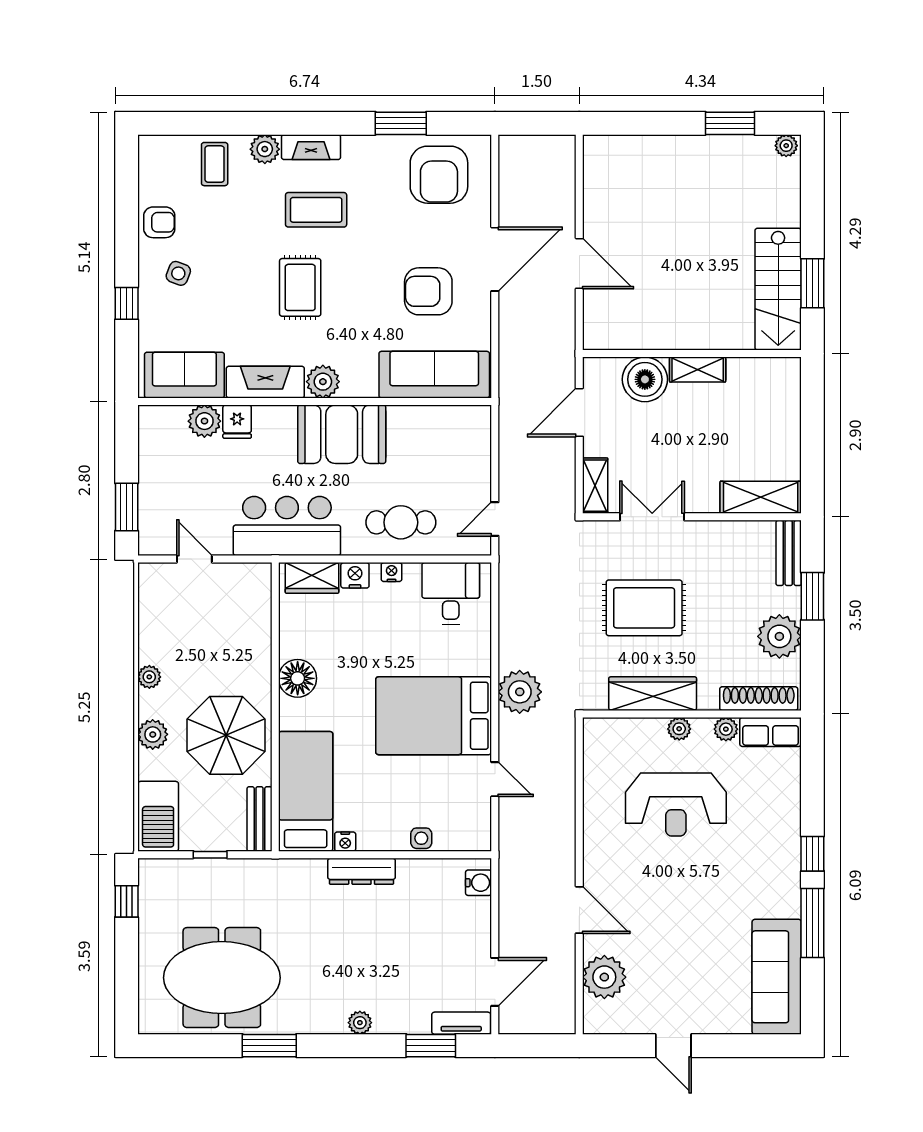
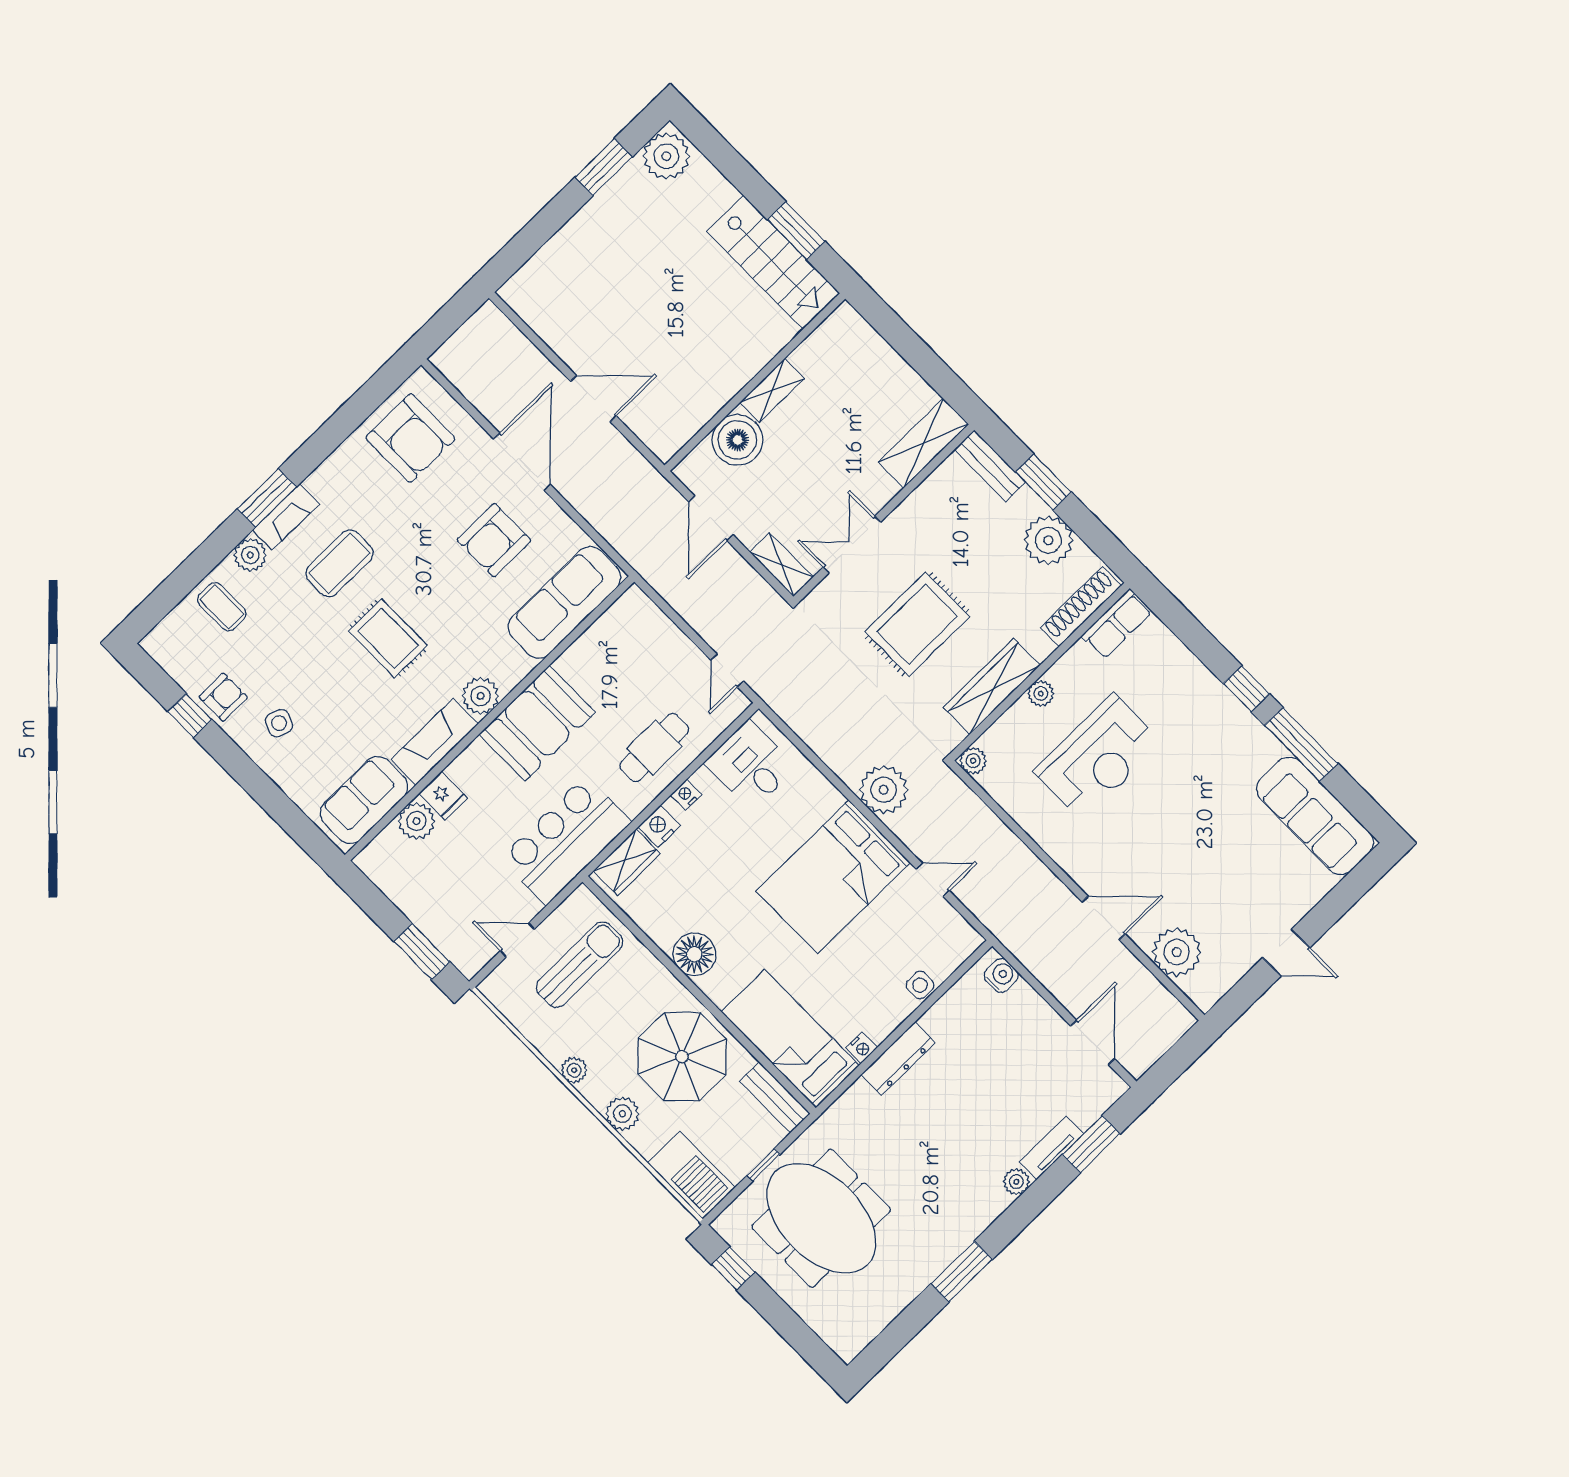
window: (401, 123) -> (267, 498), moved
plant: (786, 146) -> (666, 156), width x1.87, depth x1.87
window: (127, 303) -> (190, 715), moved
sun lounger: (218, 613) -> (579, 965), added
plant: (726, 729) -> (973, 761), moved
meeting table: (222, 978) -> (821, 1218), moved, turned 90
tv unit: (461, 1023) -> (1051, 1148), moved

